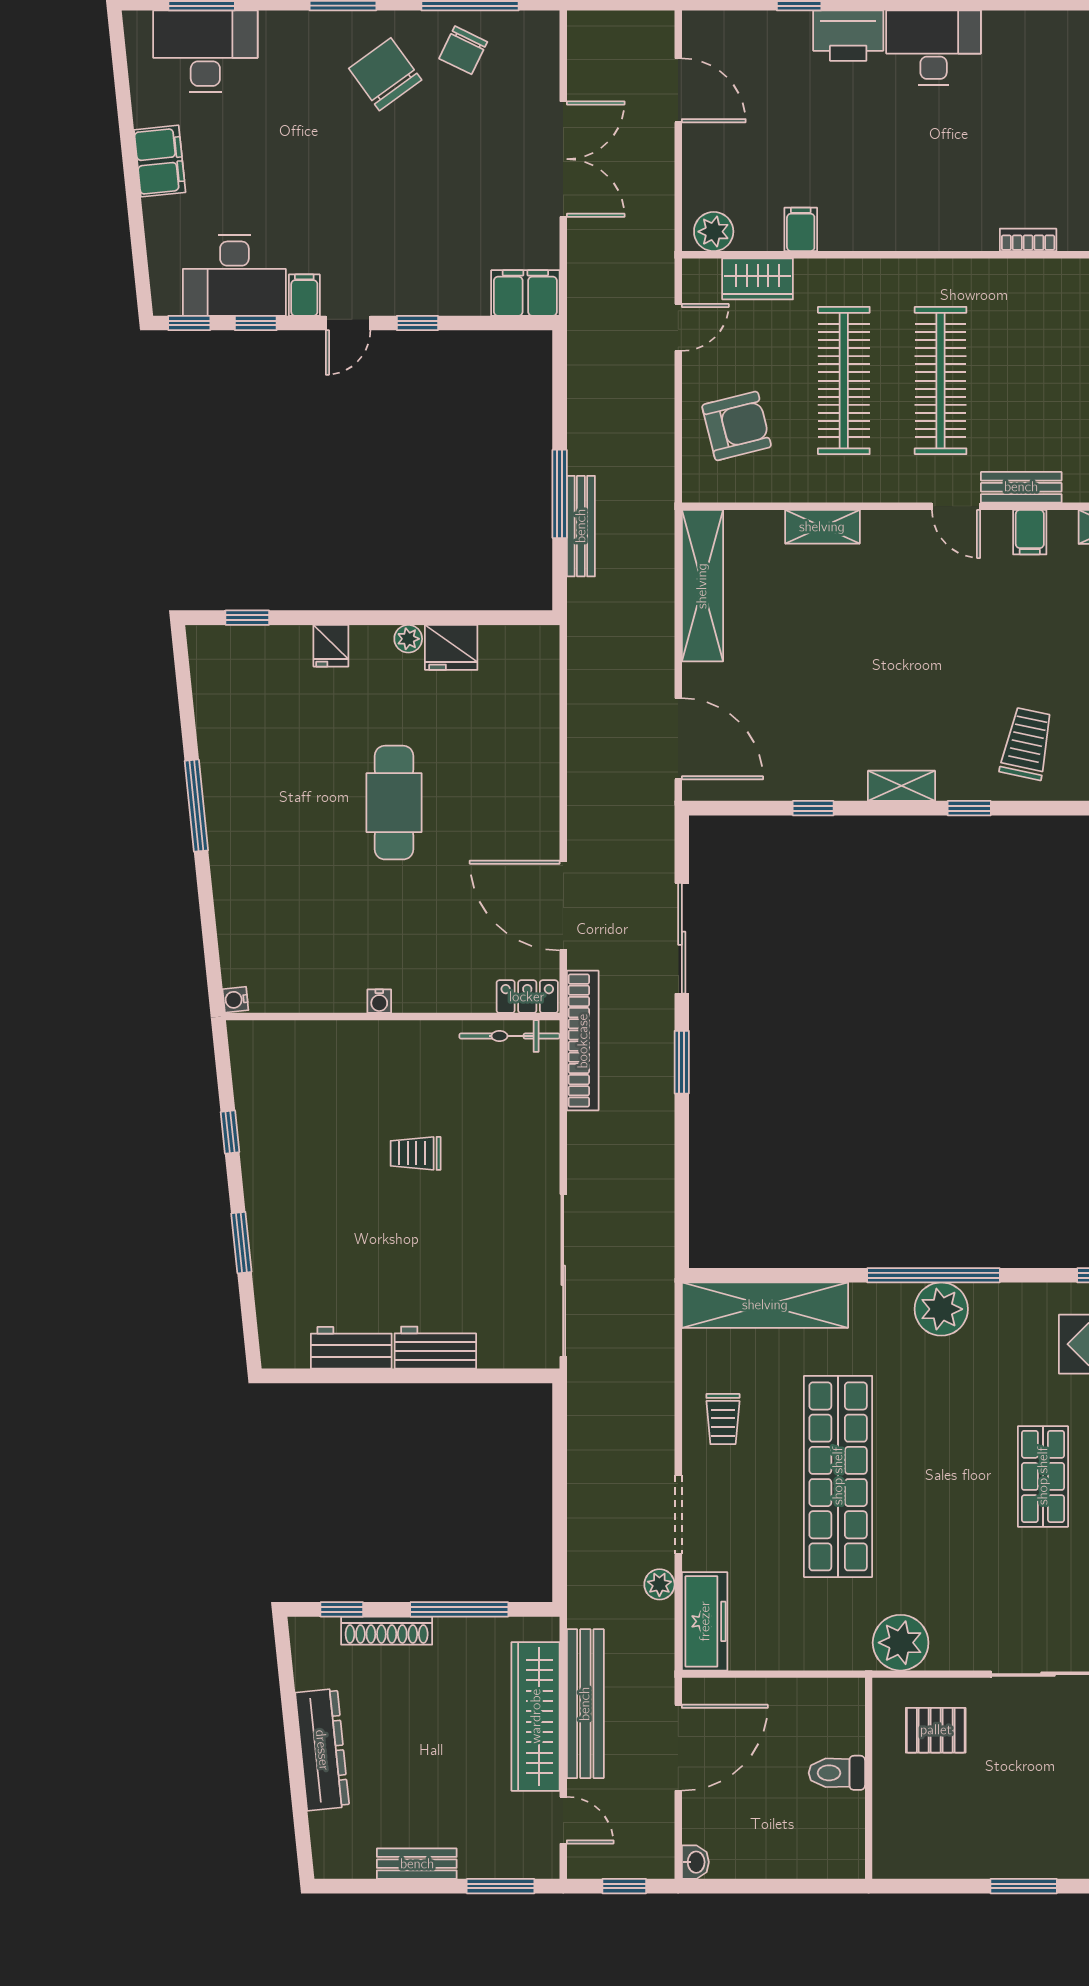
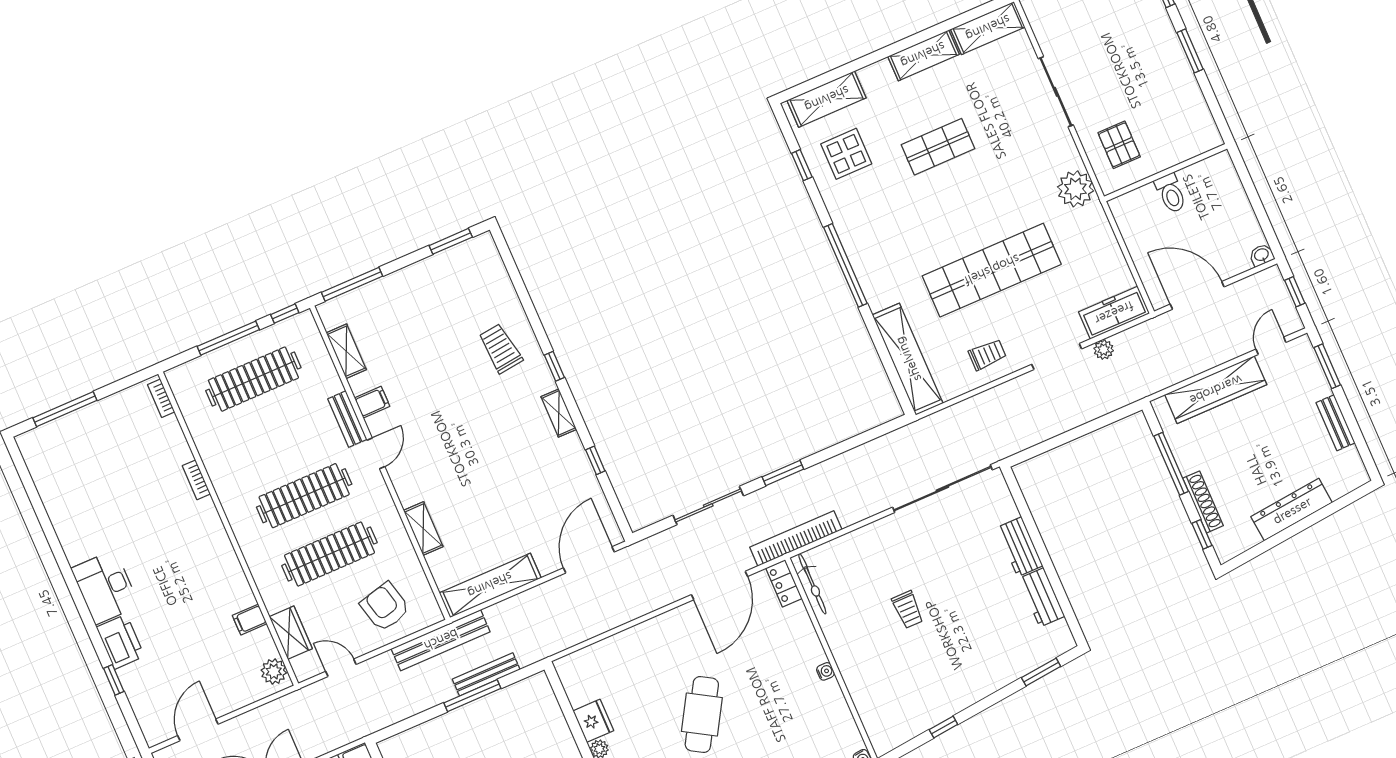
trolley: (1027, 744) -> (500, 349), turned 71
cafe table: (394, 803) -> (702, 715), turned -59
window: (241, 1243) -> (1041, 672), moved
plant: (941, 1309) -> (864, 252), removed
bench: (585, 1704) -> (441, 640), moved

